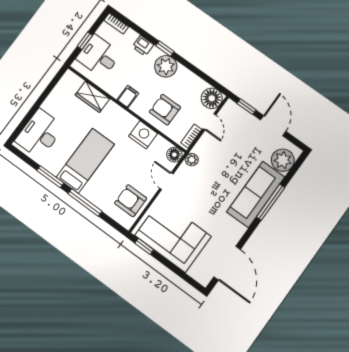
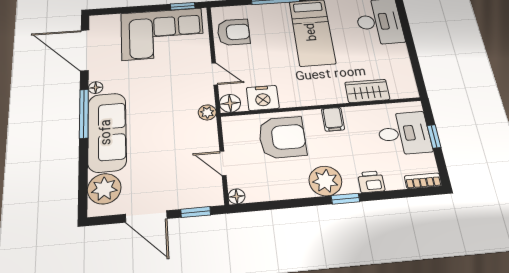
floor lamp: (212, 98) -> (237, 196), width x0.53, depth x0.53
armchair: (165, 110) -> (282, 137), width x1.36, depth x1.36
nightstand: (143, 135) -> (263, 98), moved
bookcase: (191, 136) -> (229, 134), removed
window: (271, 202) -> (84, 114), moved
floor lamp: (240, 230) -> (96, 88), added

